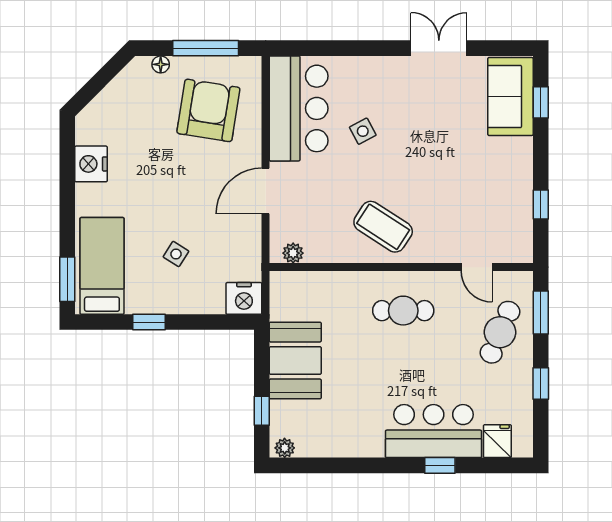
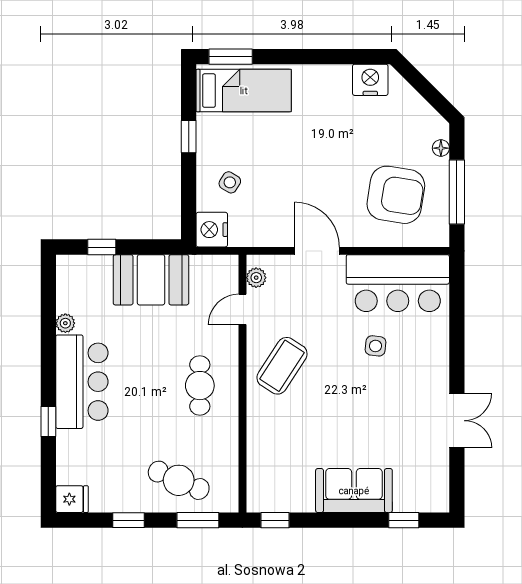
sofa: (510, 96) -> (354, 491), moved
side table: (363, 131) -> (376, 346), turned 35
nightstand: (91, 164) -> (370, 80), moved
window: (541, 204) -> (275, 520), moved
side table: (176, 254) -> (230, 182), moved
door: (477, 267) -> (242, 309), moved
bar counter: (434, 431) -> (82, 382), moved
fridge: (497, 441) -> (72, 499), moved
plant: (285, 448) -> (65, 323), moved

